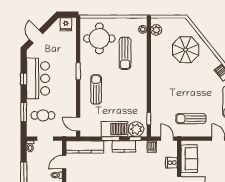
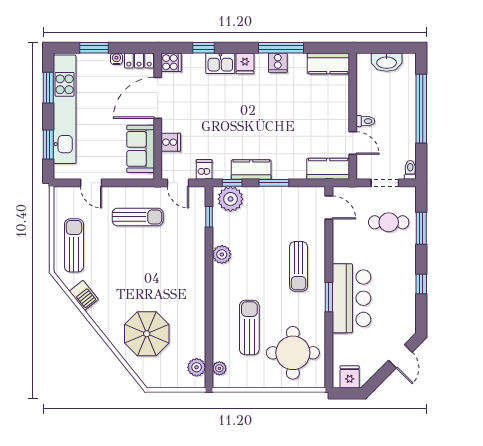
bar counter: (38, 78) -> (352, 298), moved, turned 180
plant: (141, 96) -> (222, 254), added
barbecue: (115, 129) -> (267, 199), removed
kitchen counter: (85, 147) -> (328, 169), width x0.67
door: (64, 162) -> (353, 143), hinge flipped

